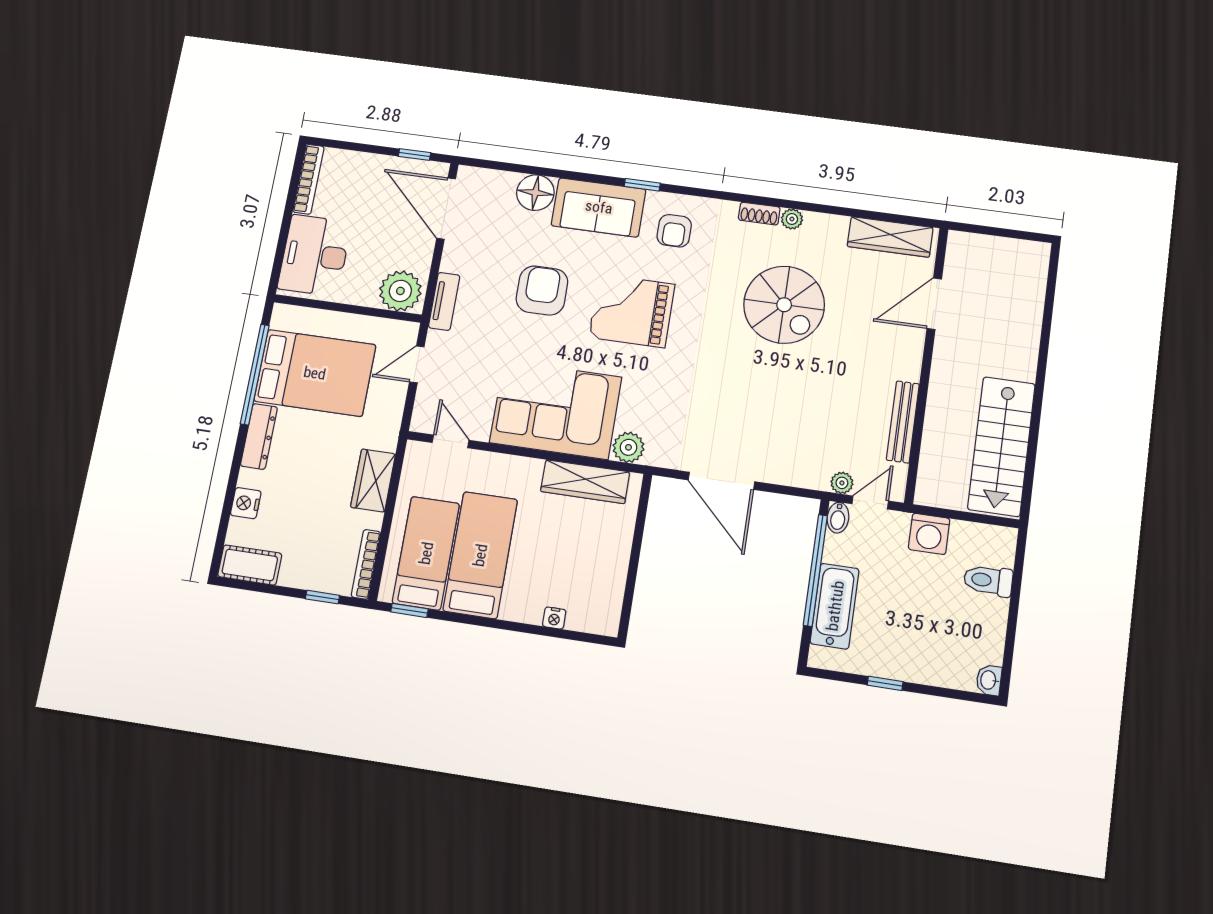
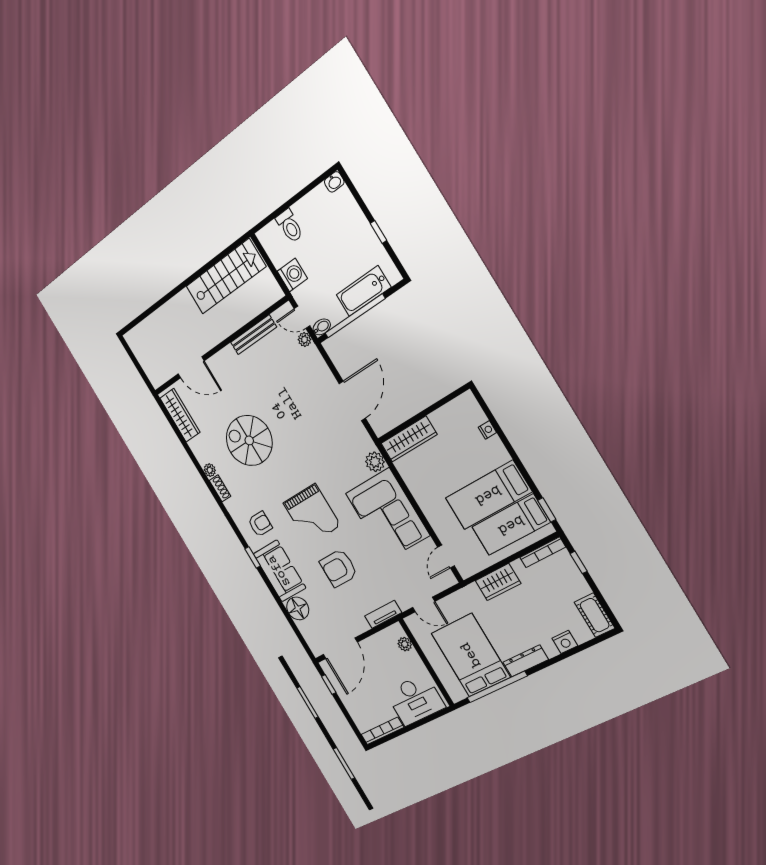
plant: (400, 291) -> (405, 644), width x0.53, depth x0.53
spiral stairs: (784, 305) -> (249, 440), turned -90
wardrobe: (585, 482) -> (409, 439), moved, turned 90

